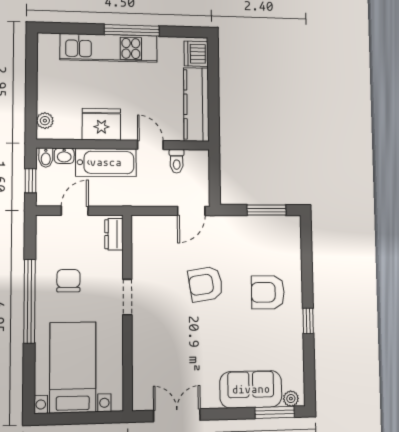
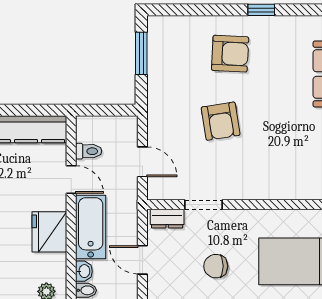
door: (150, 145) -> (71, 179), swing flipped
door: (191, 211) -> (142, 162), moved
armchair: (268, 292) -> (230, 54), turned -87
doorway: (127, 297) -> (204, 205), moved

